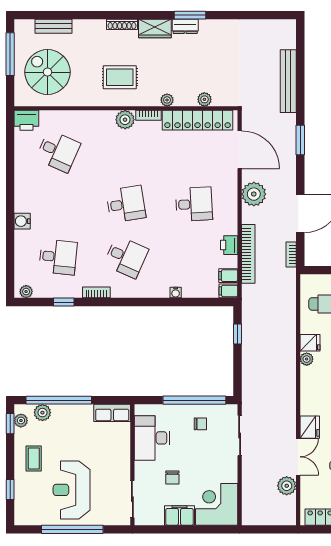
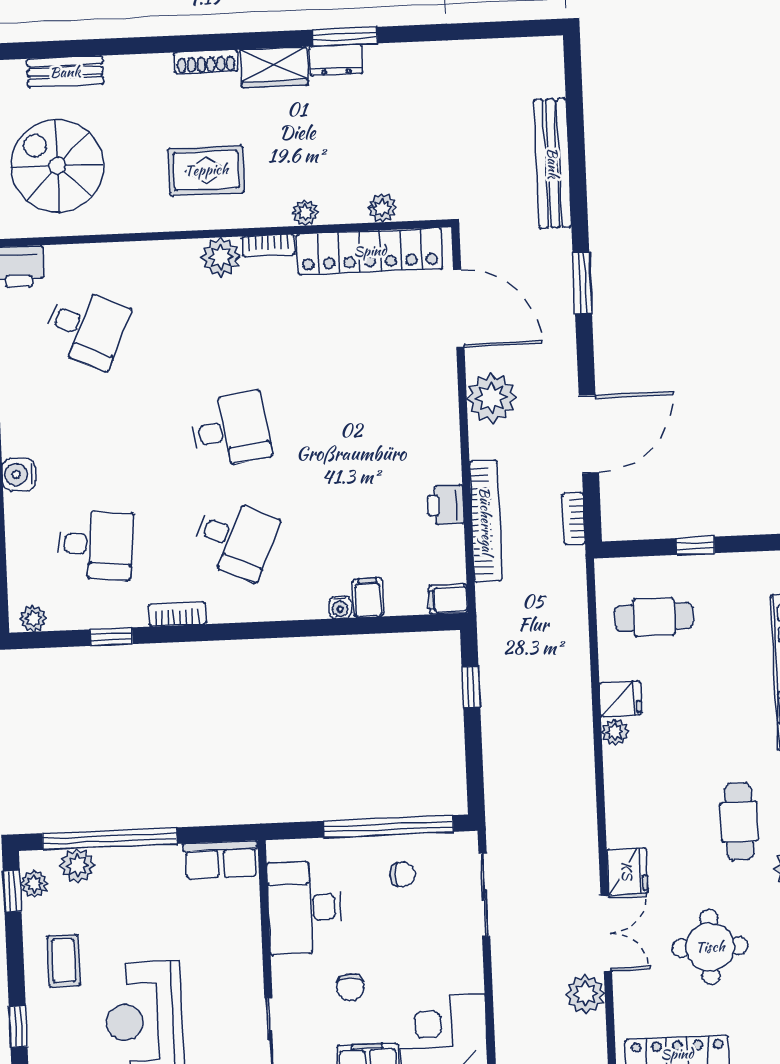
desk: (194, 204) -> (370, 424), removed
filing cabinet: (228, 276) -> (368, 598), moved, turned 90

